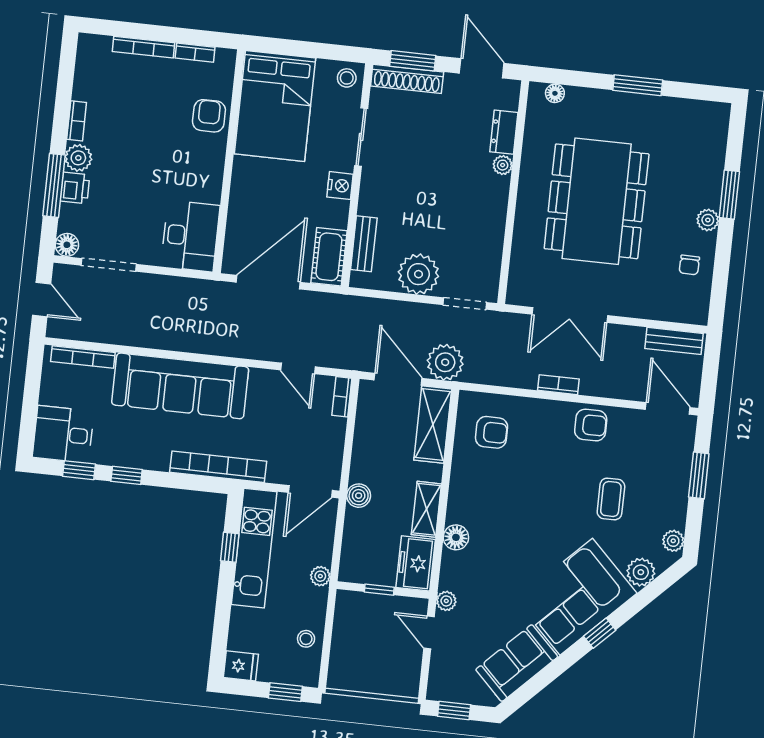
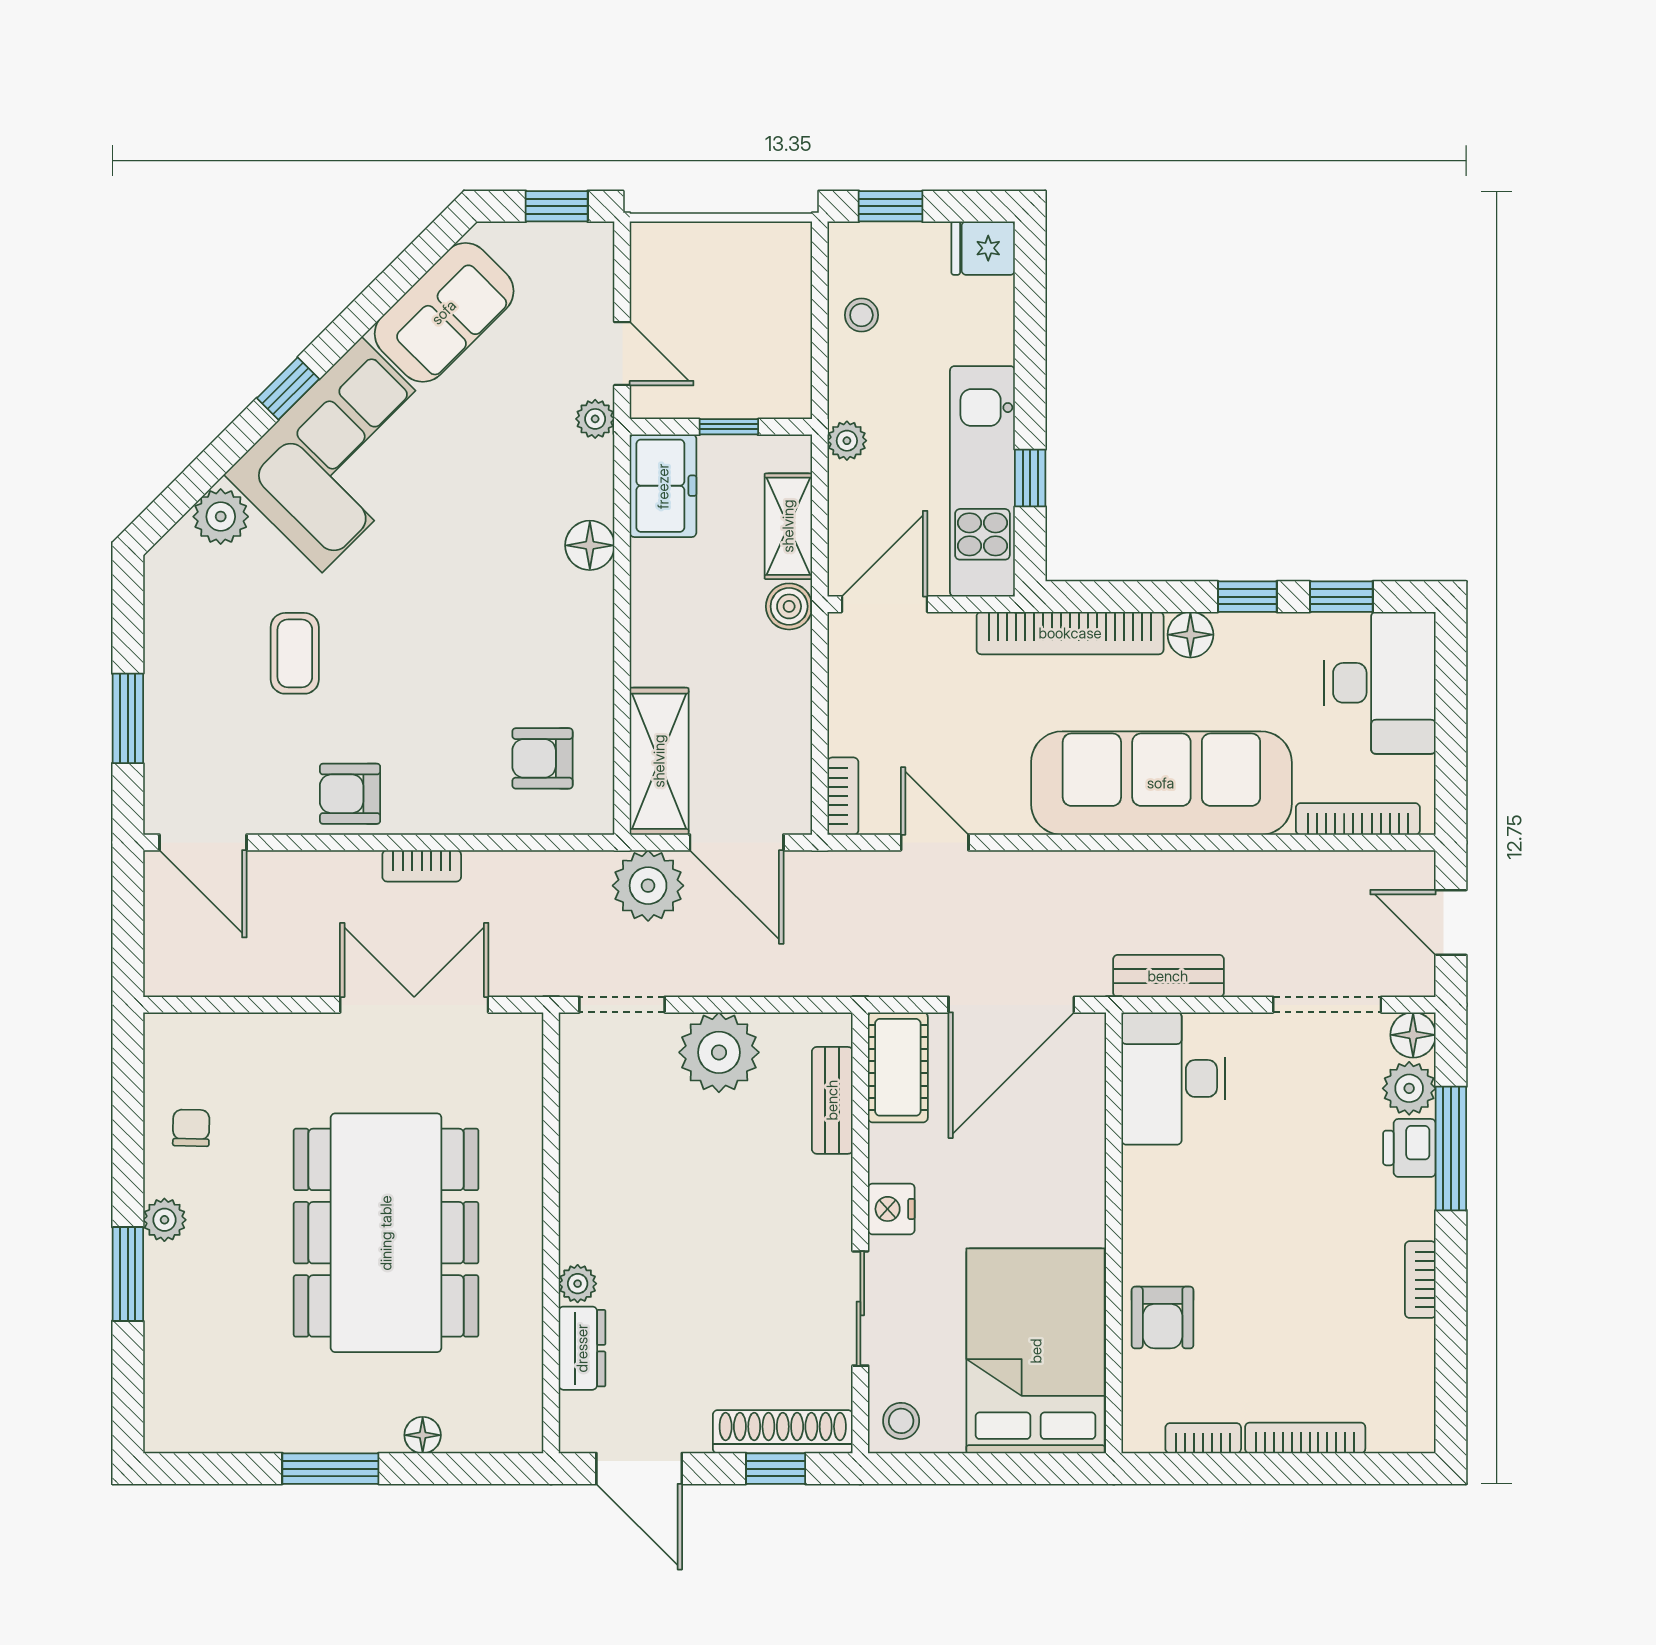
window: (413, 61) -> (776, 1469), width x0.67
floor lamp: (555, 93) -> (423, 1435), moved
plant: (78, 158) -> (1409, 1088), moved
bench: (674, 341) -> (1168, 976), moved
desk: (63, 434) -> (1380, 683), width x1.37
floor lamp: (157, 459) -> (1190, 635), added
shelving: (426, 509) -> (788, 526), moved
plant: (673, 541) -> (164, 585), removed

